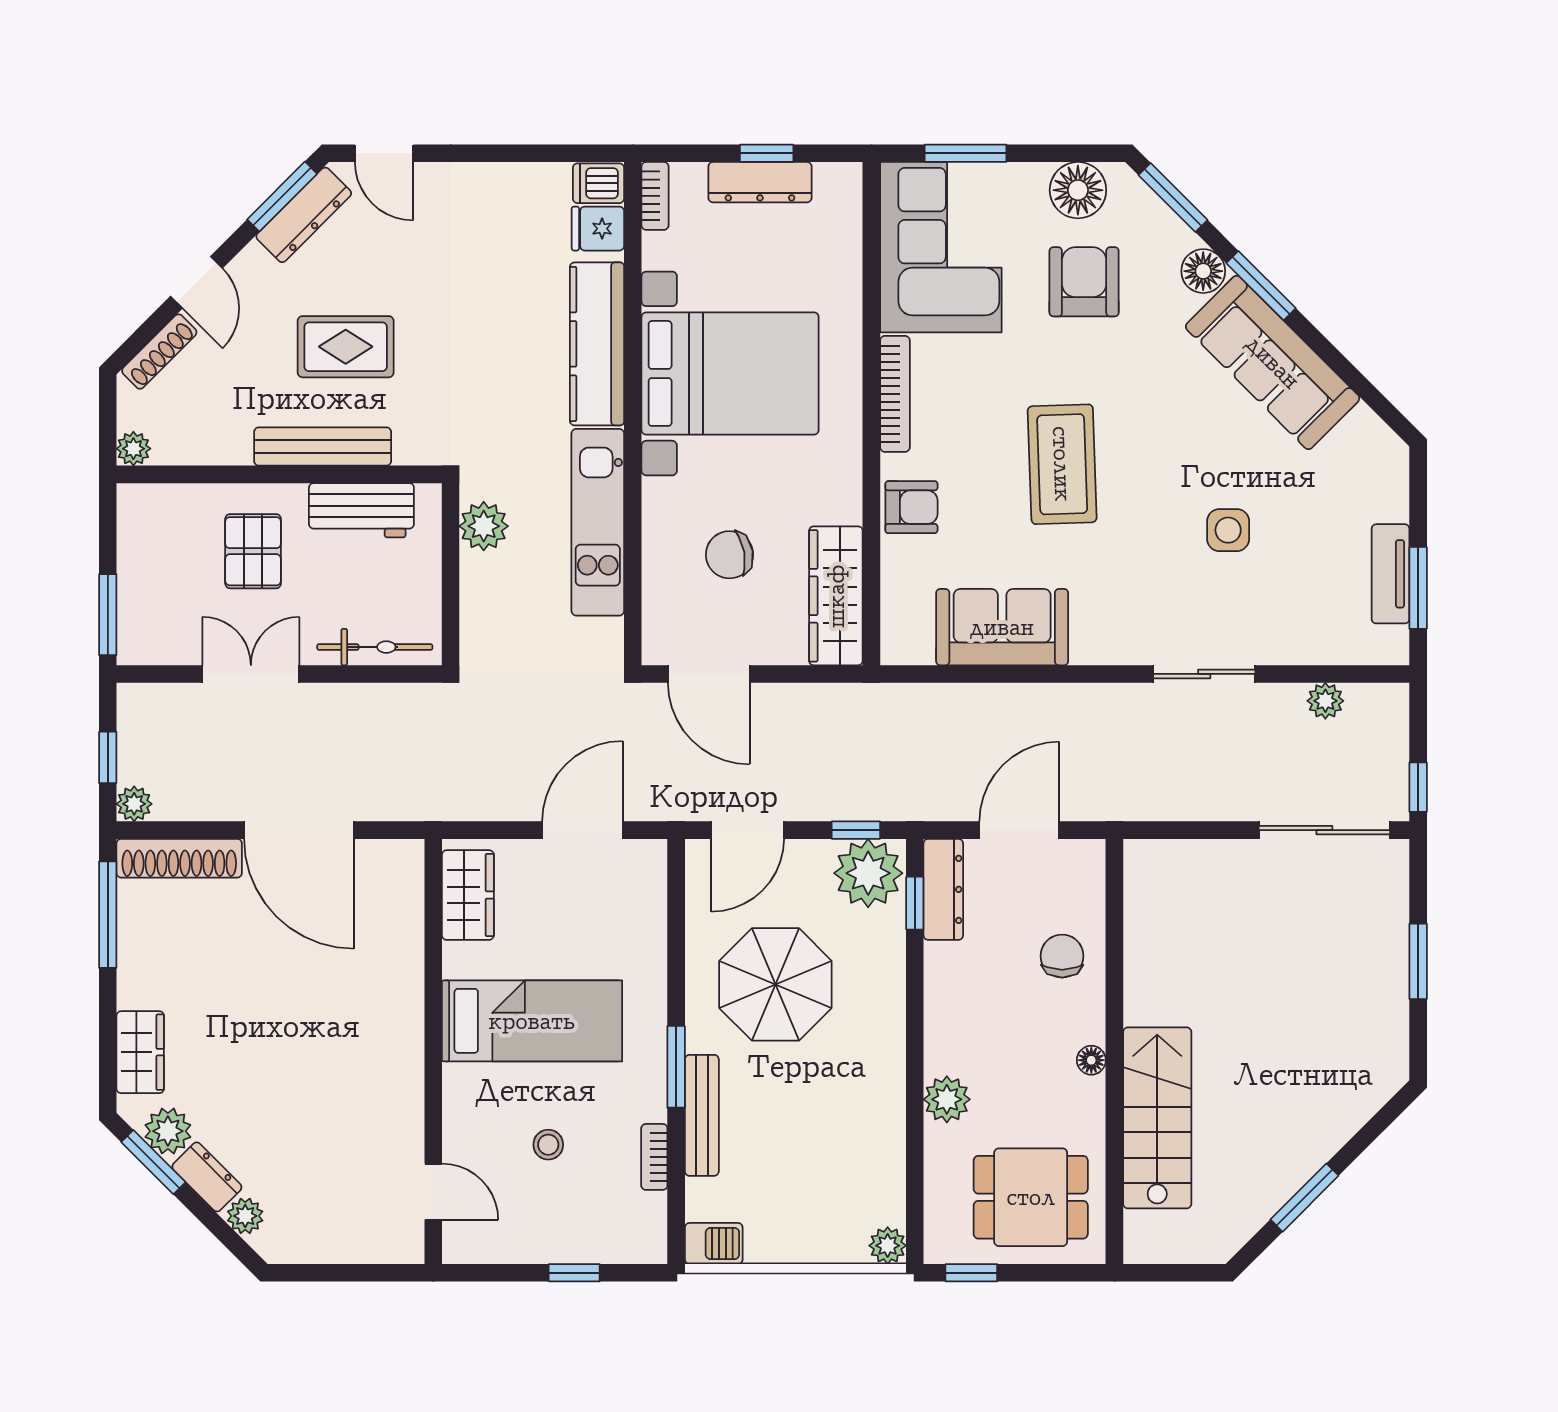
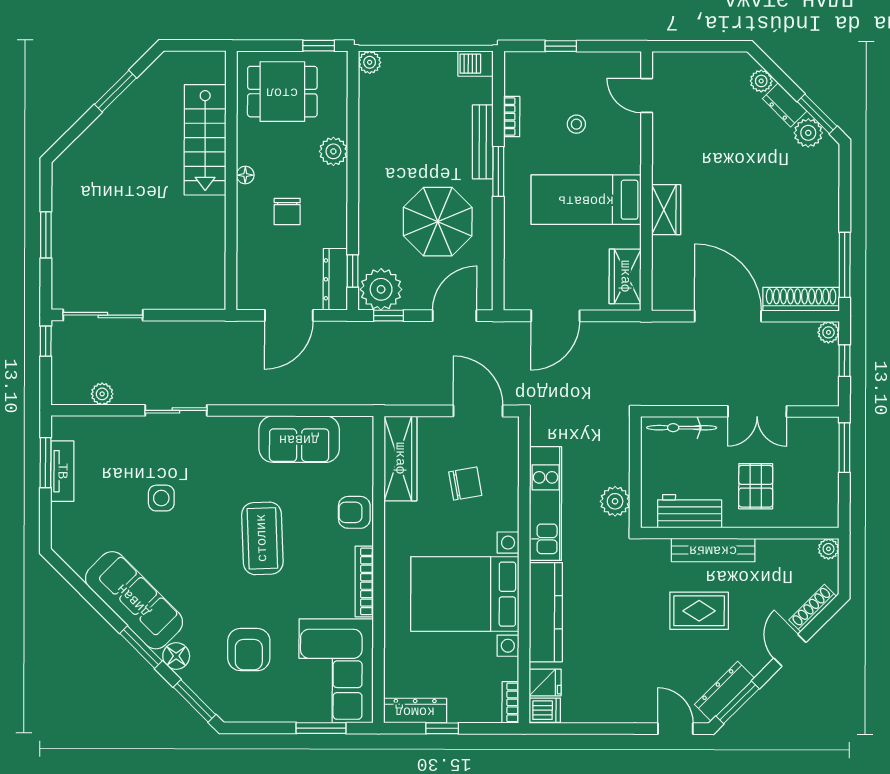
dresser: (760, 182) -> (415, 711), moved
floor lamp: (1078, 190) -> (252, 705), removed
chair: (1062, 956) -> (287, 212), moved
wardrobe: (140, 1052) -> (666, 210), moved, turned 180

